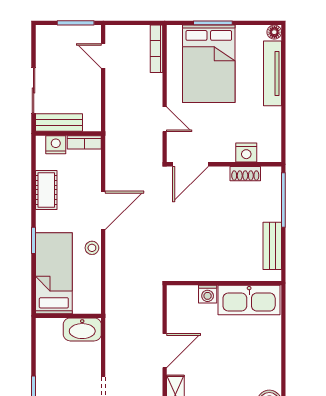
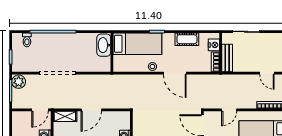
door: (103, 56) -> (267, 73), swing flipped
bench: (59, 123) -> (227, 58), moved
washbasin: (82, 329) -> (104, 45), moved
door: (165, 351) -> (91, 110), hinge flipped

